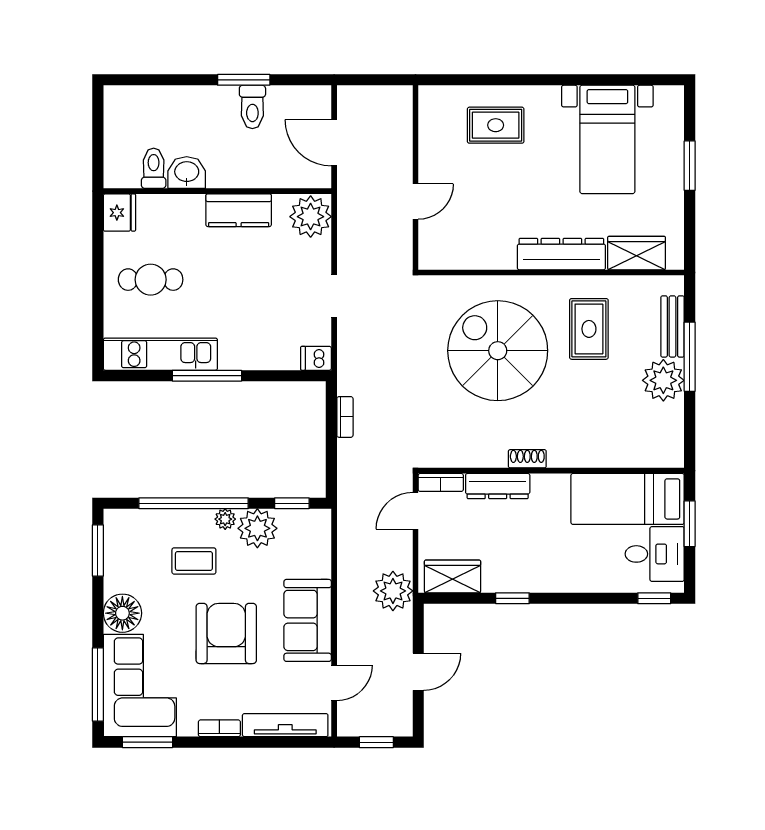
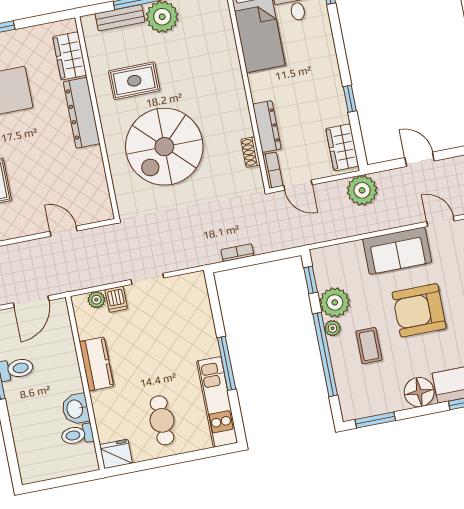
plant: (311, 217) -> (96, 300), width x0.53, depth x0.53
dishwasher: (316, 358) -> (116, 299), moved
shoe rack: (527, 459) -> (250, 152), moved

